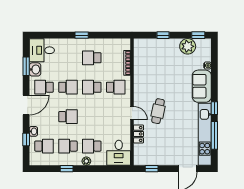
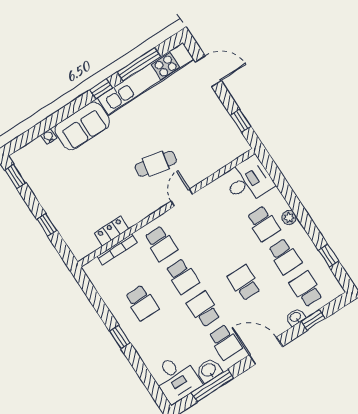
plant: (188, 46) -> (40, 181), removed
window: (26, 66) -> (213, 386), width x1.44
school desk: (116, 87) -> (161, 243), turned 180
locker: (139, 134) -> (111, 231), moved
window: (67, 169) -> (329, 256), moved

